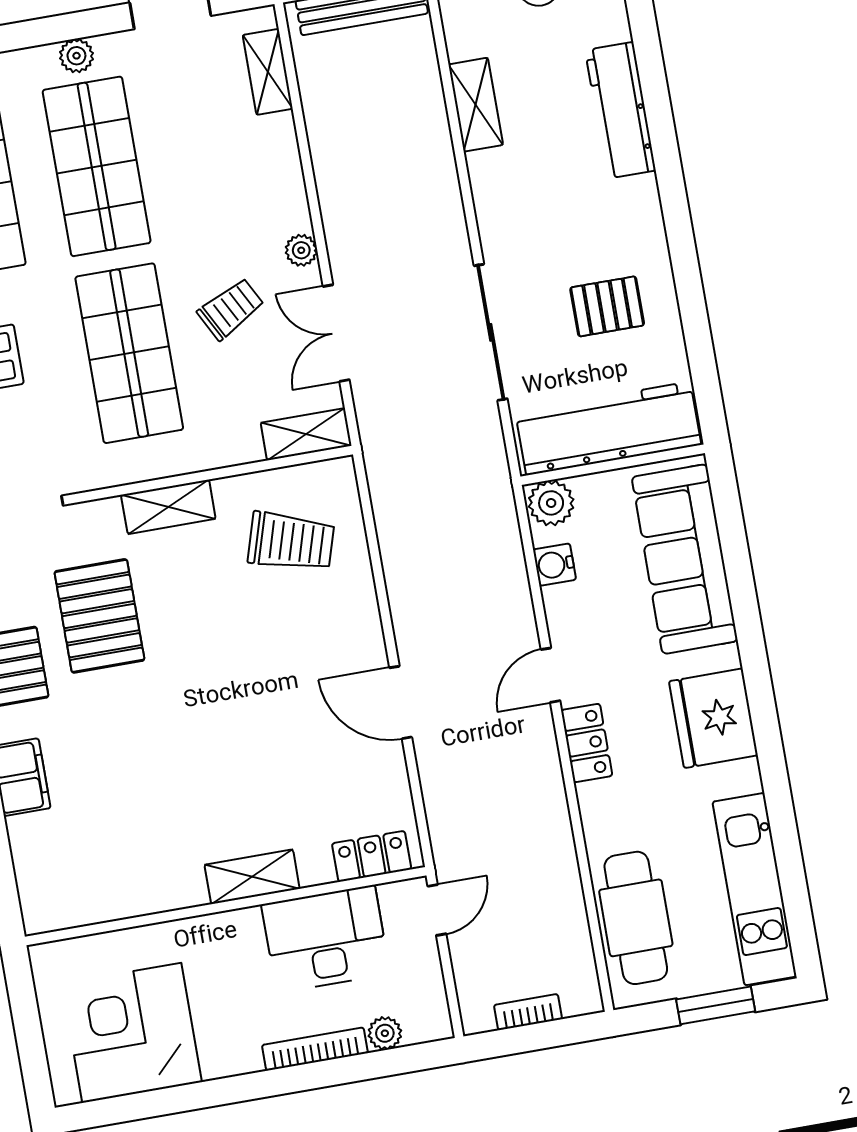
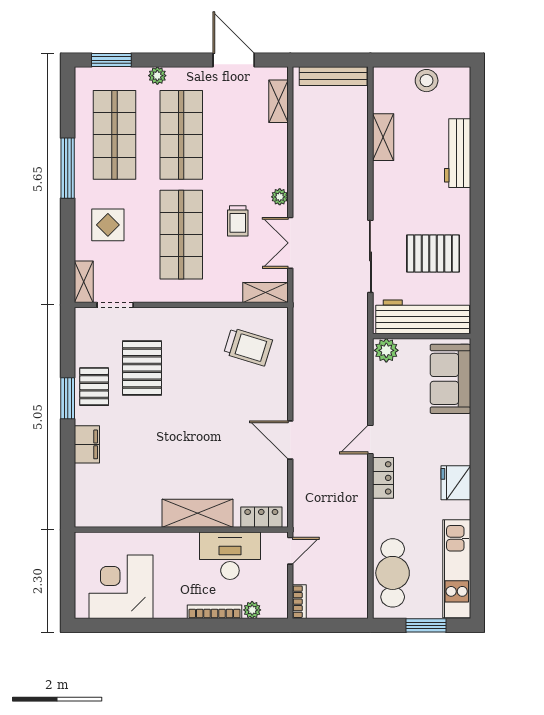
plant: (76, 56) -> (157, 76), moved
pallet: (607, 306) -> (433, 254), width x1.50, depth x1.42
trolley: (231, 309) -> (238, 221), turned 118
shelving: (168, 507) -> (188, 318), removed
sofa: (685, 559) -> (450, 379), width x0.73
water cooler: (554, 565) -> (382, 383), removed
fridge: (713, 718) -> (456, 483), width x0.73, depth x0.75
shelving: (252, 877) -> (198, 513), width x1.50, depth x1.33
bookcase: (528, 1012) -> (299, 602), moved, turned 90

